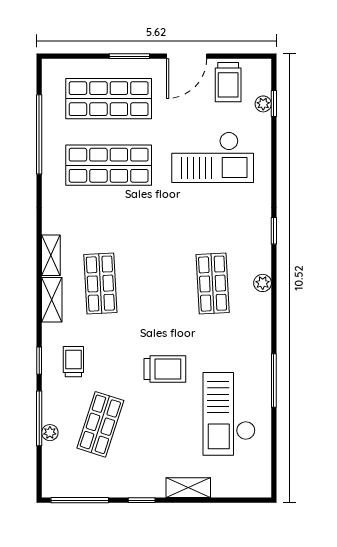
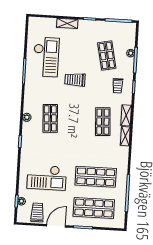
checkout: (213, 157) -> (47, 178), turned 180
shop shelf: (100, 424) -> (107, 56), turned -30

